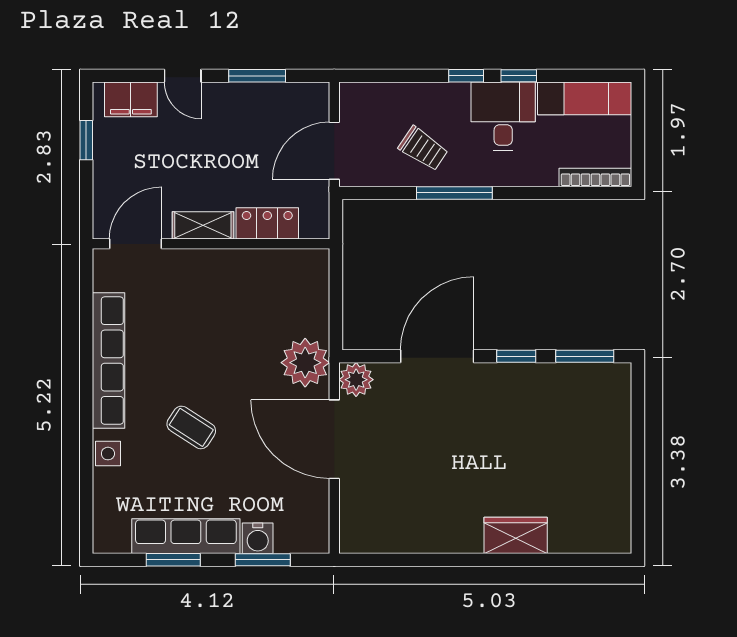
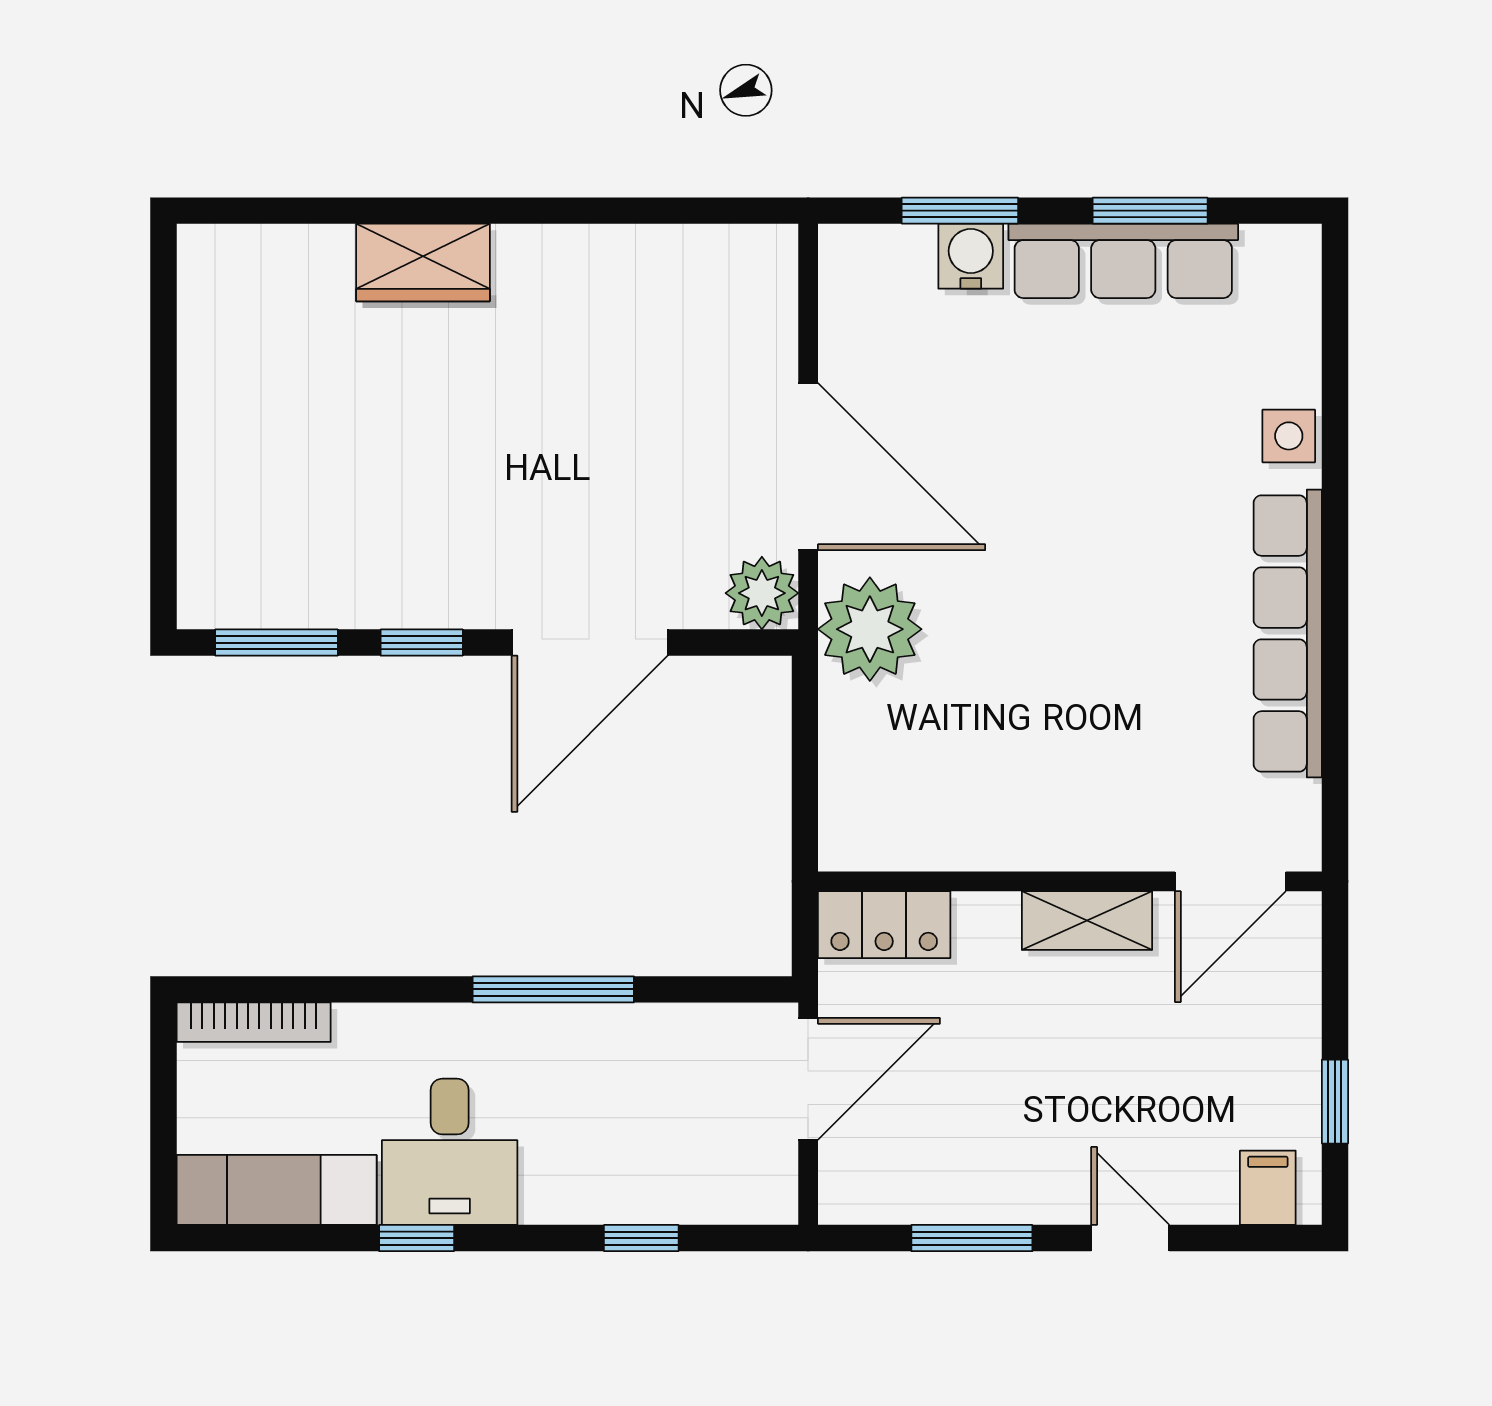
window: (466, 76) -> (641, 1238), moved
filing cabinet: (131, 99) -> (1268, 1188), width x0.50
trolley: (423, 149) -> (619, 1083), removed
locker: (267, 223) -> (884, 925), moved
coffee table: (191, 427) -> (1112, 491), removed

